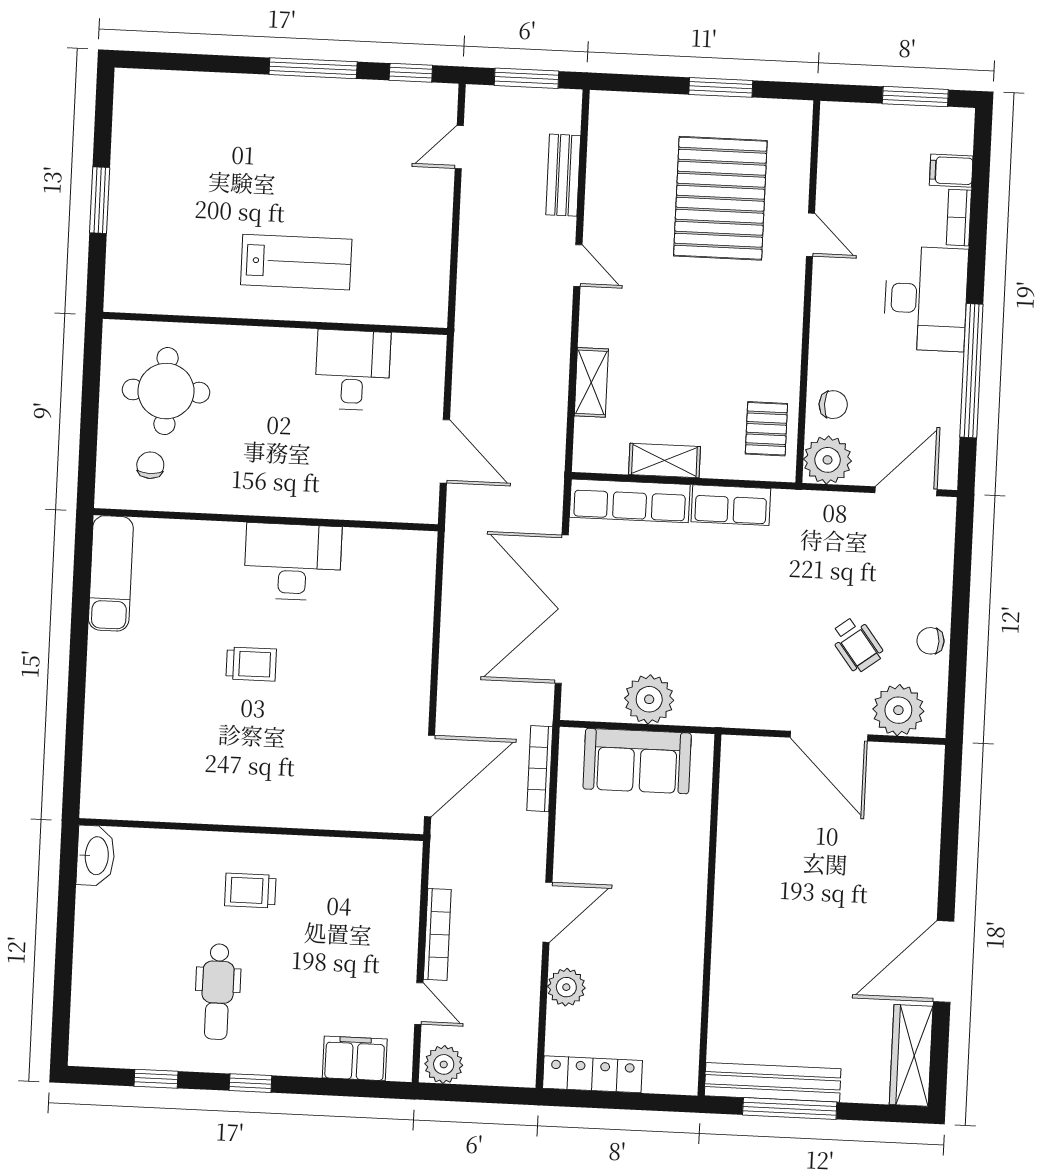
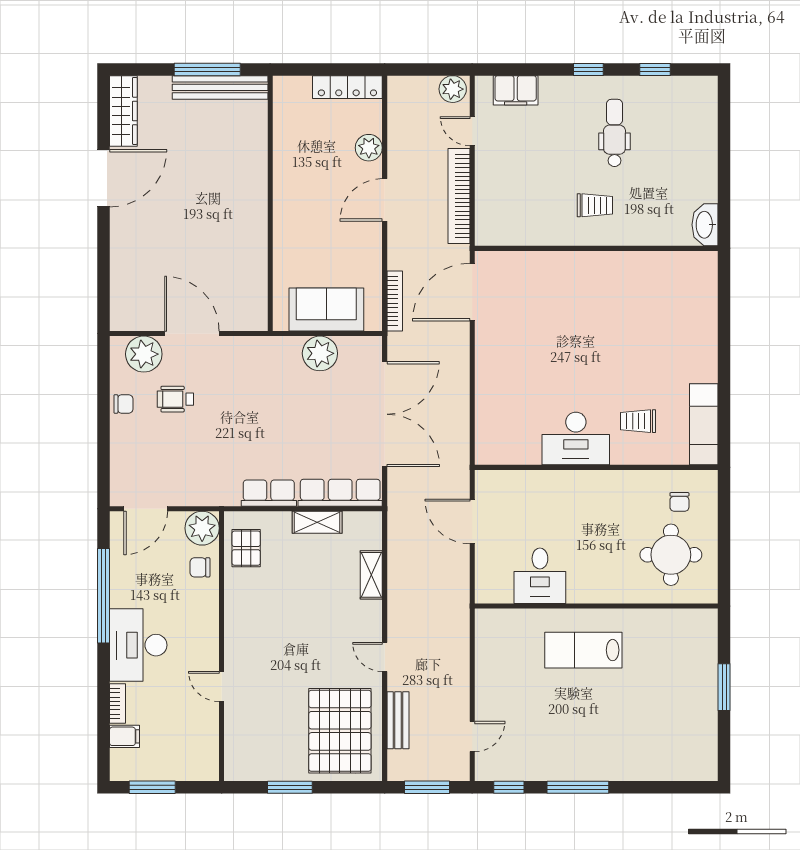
pallet: (720, 198) -> (340, 731), moved
wheelchair: (857, 644) -> (175, 399), turned -53
trolley: (251, 664) -> (638, 421), moved
bookcase: (437, 934) -> (459, 196), width x1.48, depth x1.31

